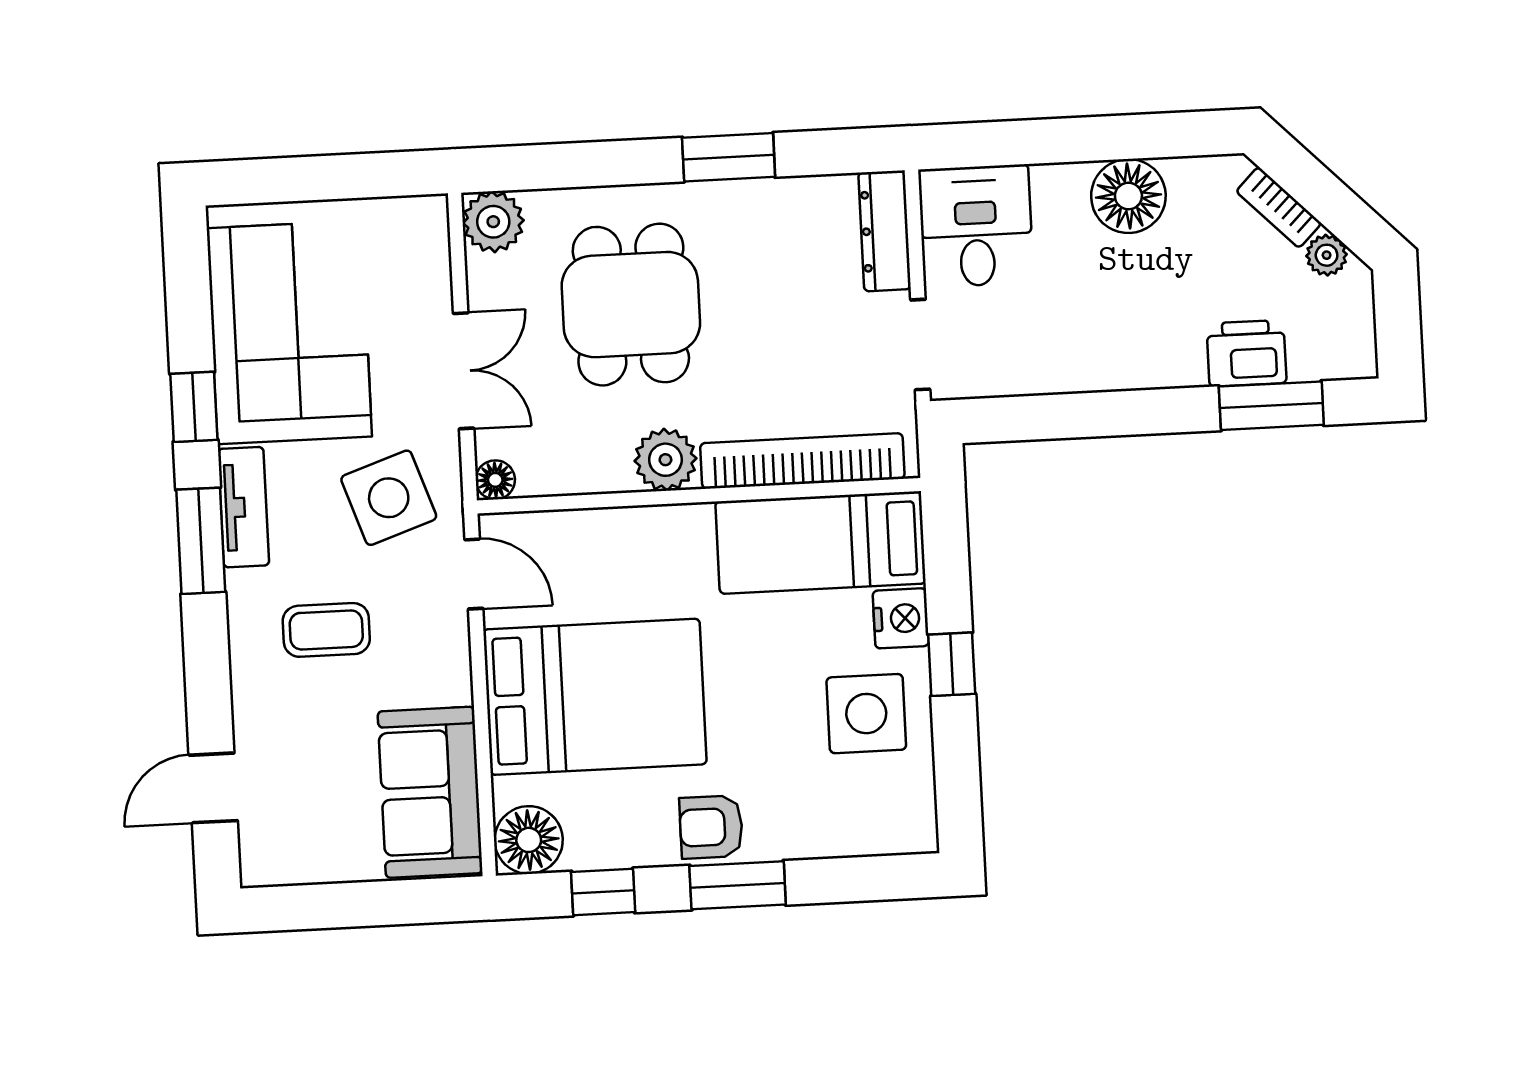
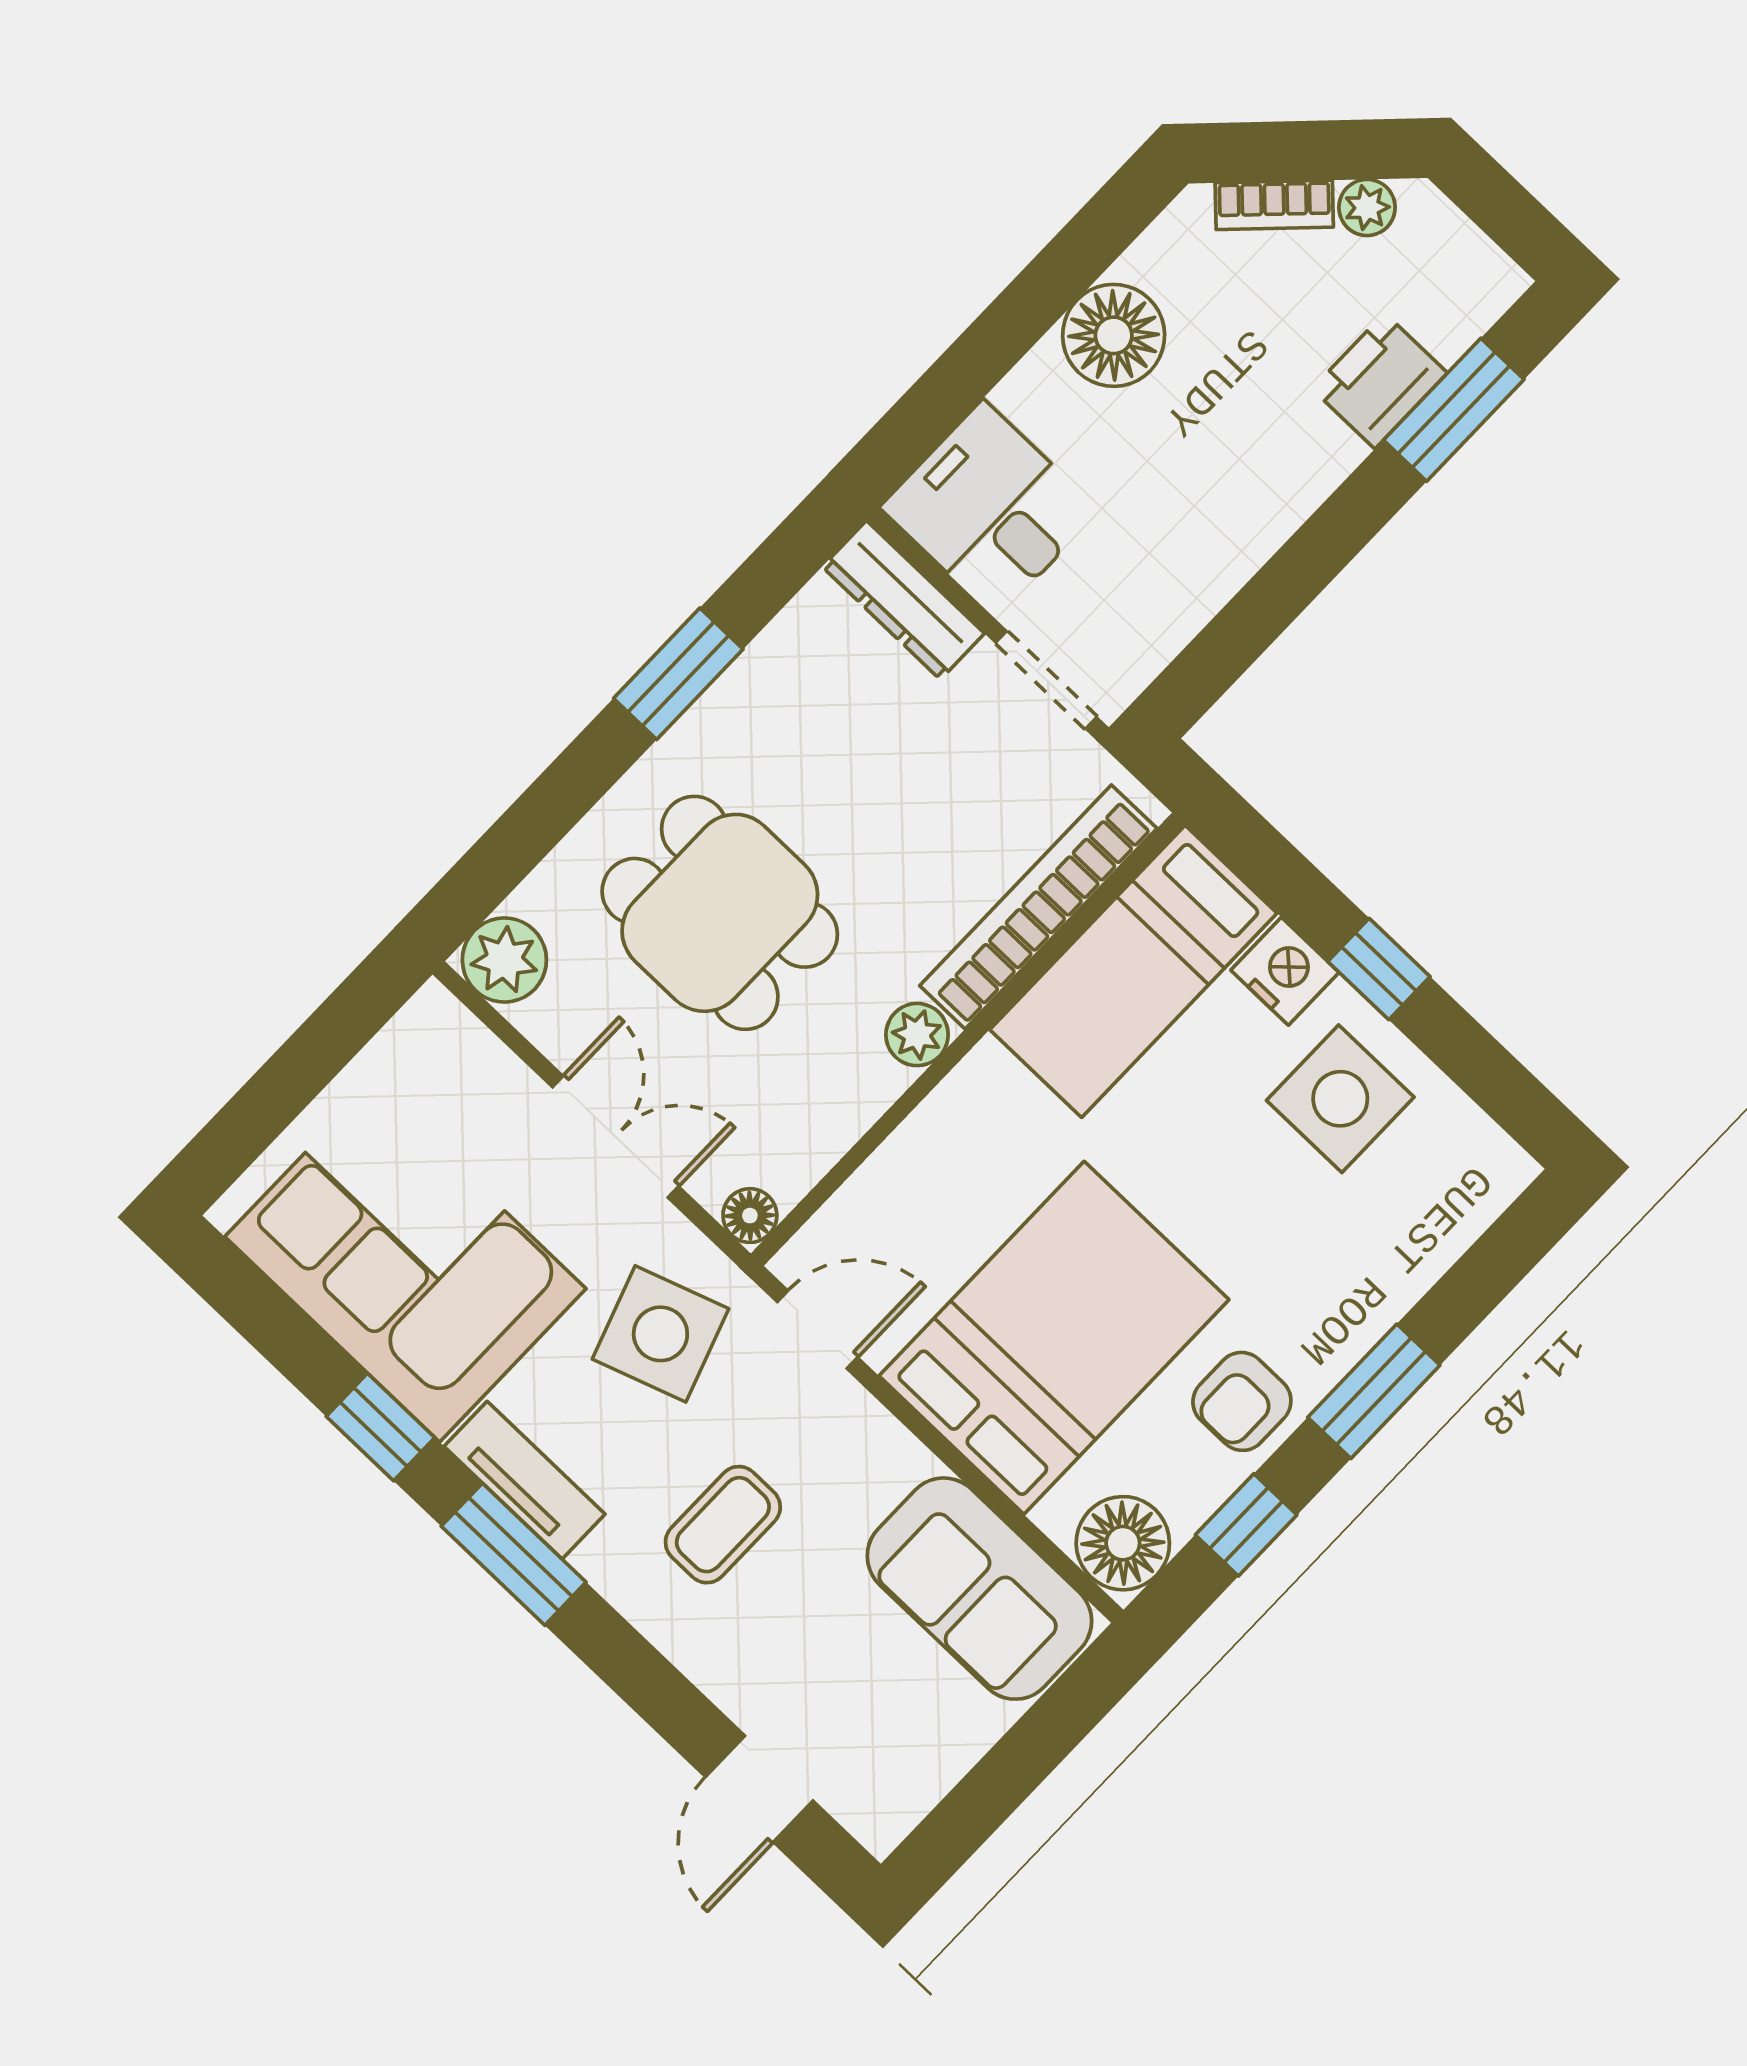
plant: (665, 460) -> (917, 1035), width x0.73, depth x0.73
armchair: (711, 827) -> (1242, 1401), moved

